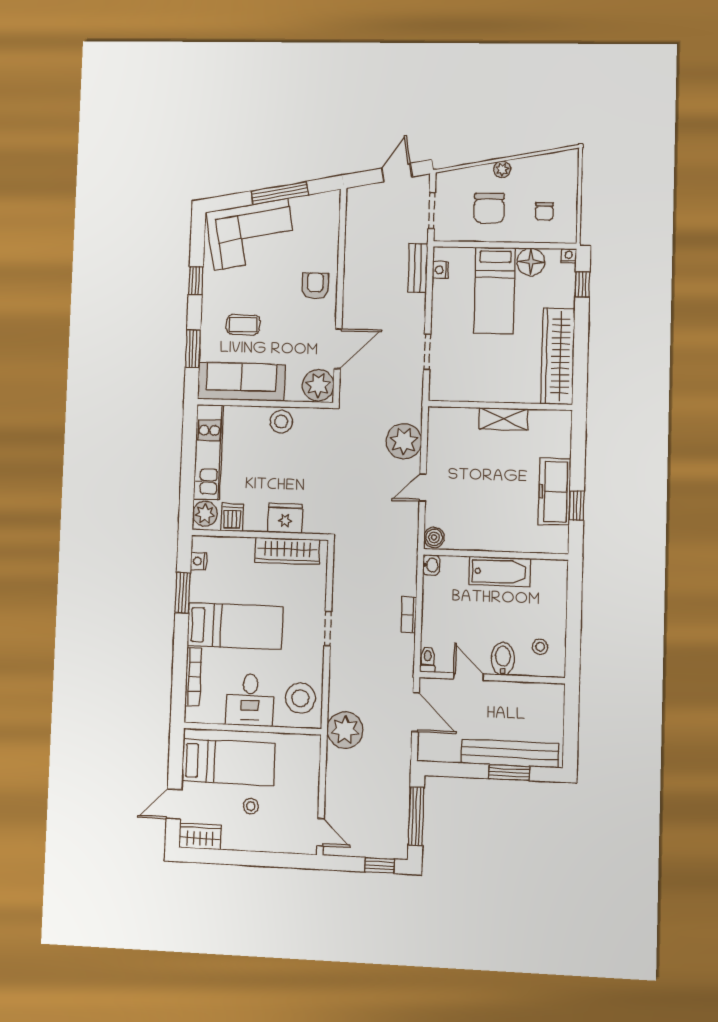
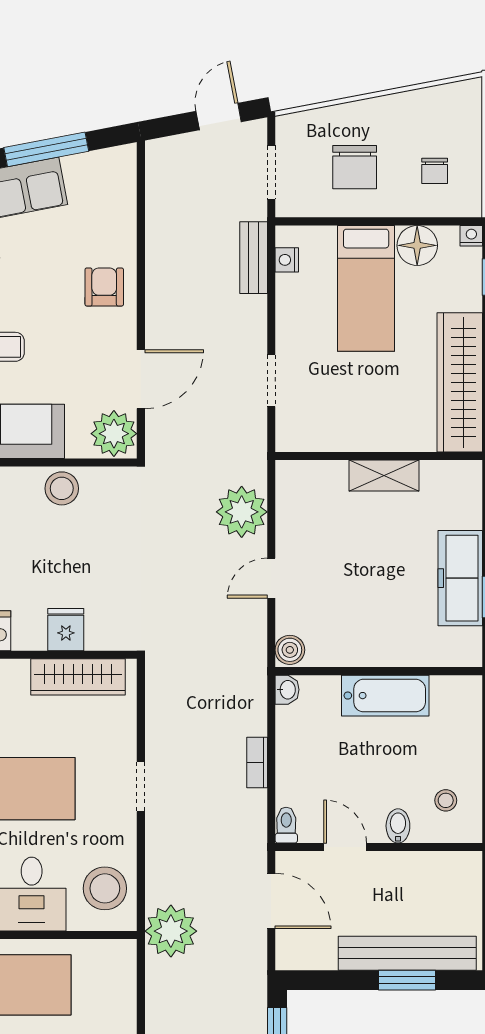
plant: (502, 169) -> (372, 110), removed
fridge: (285, 518) -> (66, 630), width x0.72
bidet: (503, 659) -> (398, 826), width x0.72, depth x0.74

